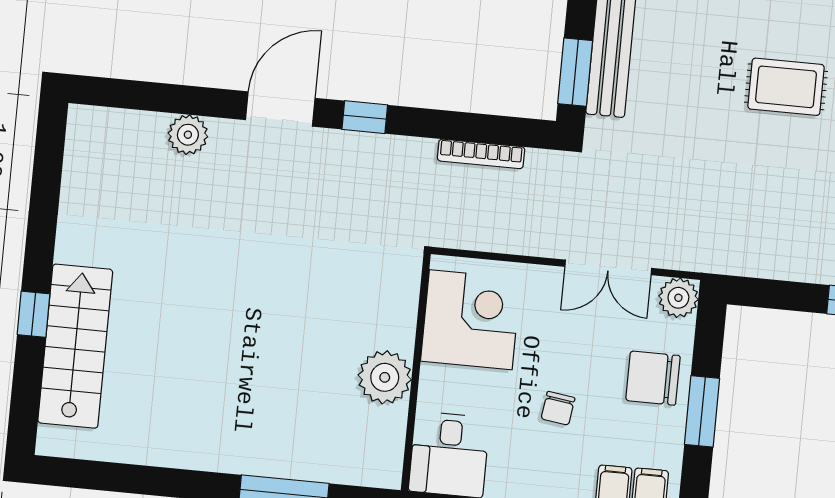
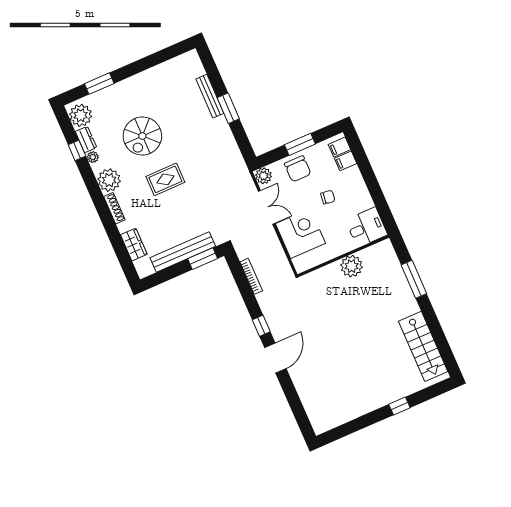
rug: (786, 87) -> (165, 179), turned 90
door: (280, 109) -> (275, 358), swing flipped
plant: (188, 135) -> (303, 386), removed
corner desk: (471, 320) -> (300, 233), moved, turned 90
stairs: (75, 346) -> (423, 346), moved, turned -90

